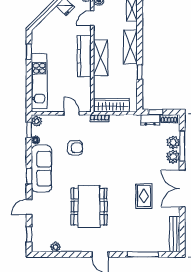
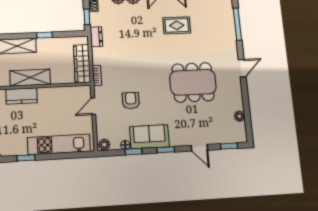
kitchen counter: (84, 56) -> (21, 96), width x0.67
dresser: (150, 120) -> (96, 37), moved
window: (29, 130) -> (133, 152), moved
sofa: (41, 169) -> (149, 137), width x0.73

